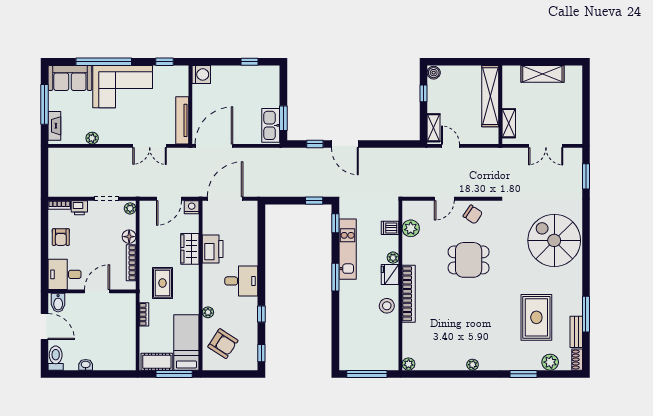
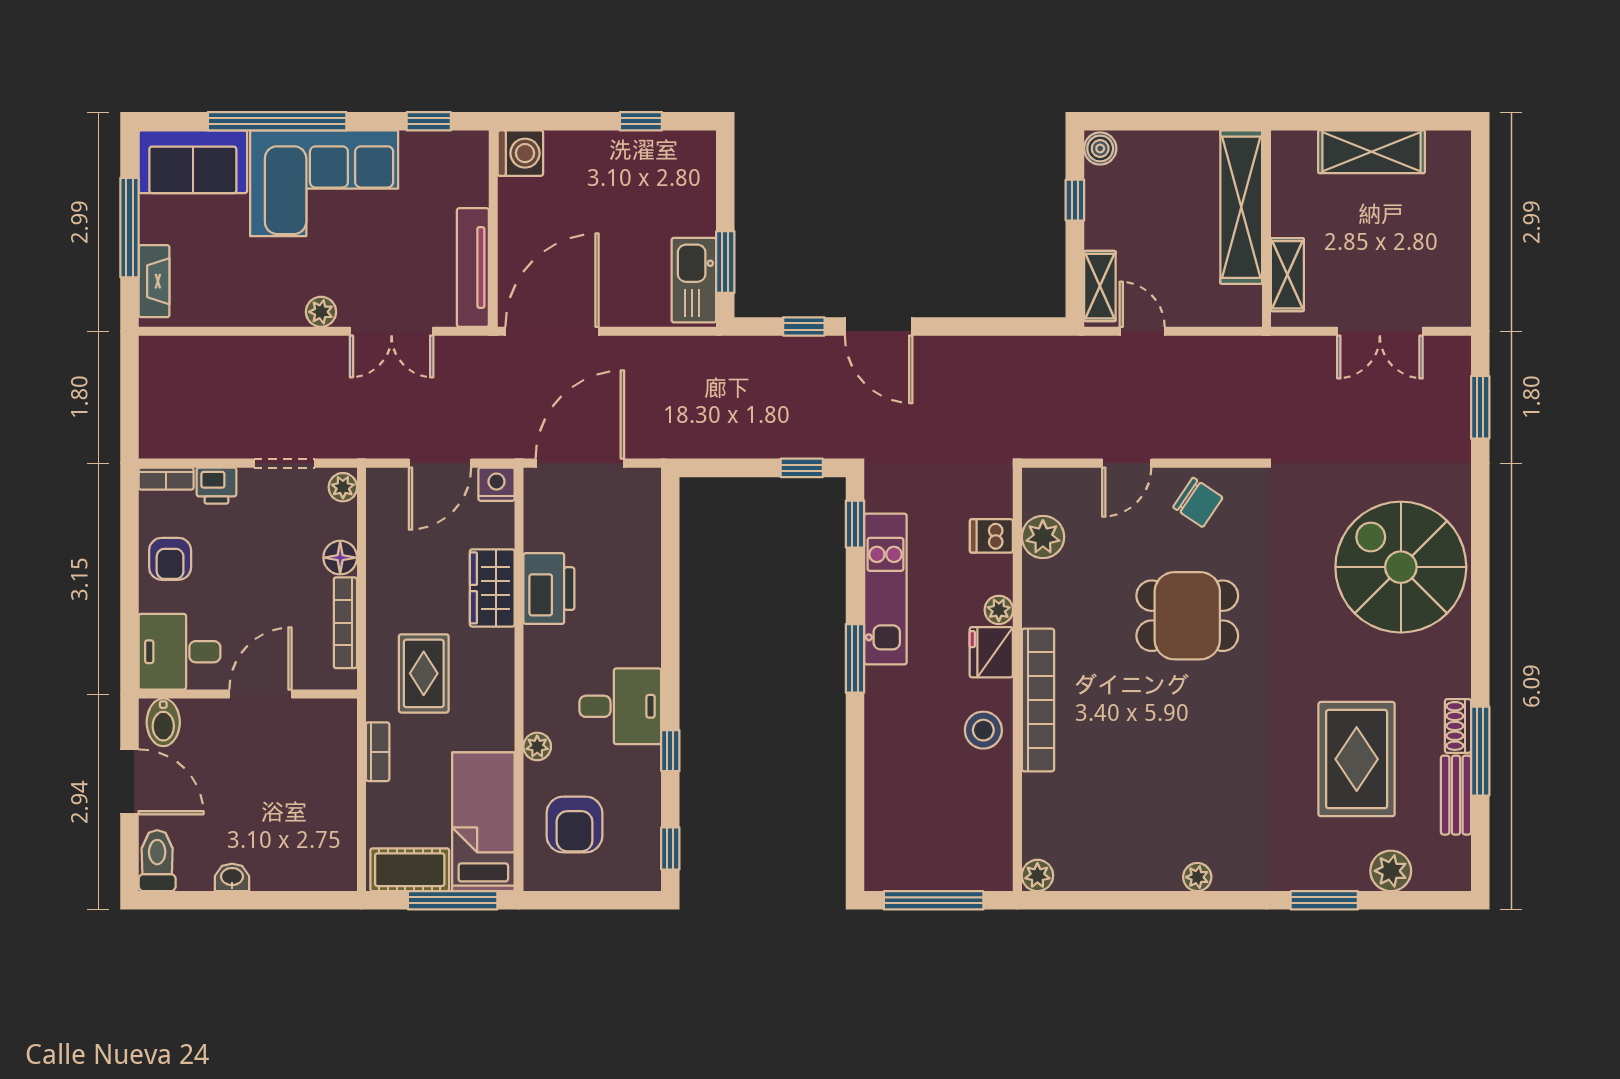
plant: (92, 138) -> (321, 312), moved
desk: (241, 281) -> (620, 706), moved
armchair: (223, 344) -> (574, 825), turned 57
shoe rack: (577, 360) -> (1458, 726), moved

